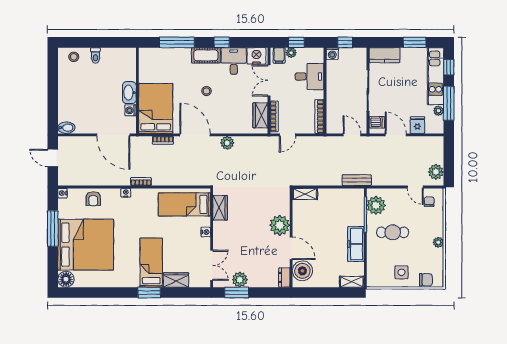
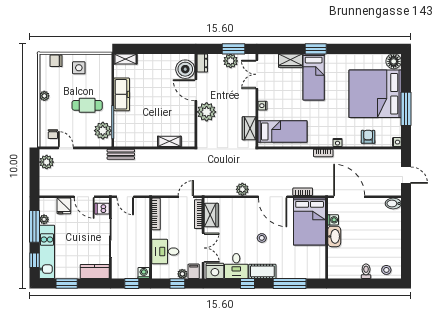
plant: (280, 225) -> (207, 112), moved
wall: (291, 238) -> (196, 100), moved
door: (291, 248) -> (196, 90), moved
boiler: (302, 271) -> (185, 69), moved
dresser: (284, 277) -> (202, 63), moved

